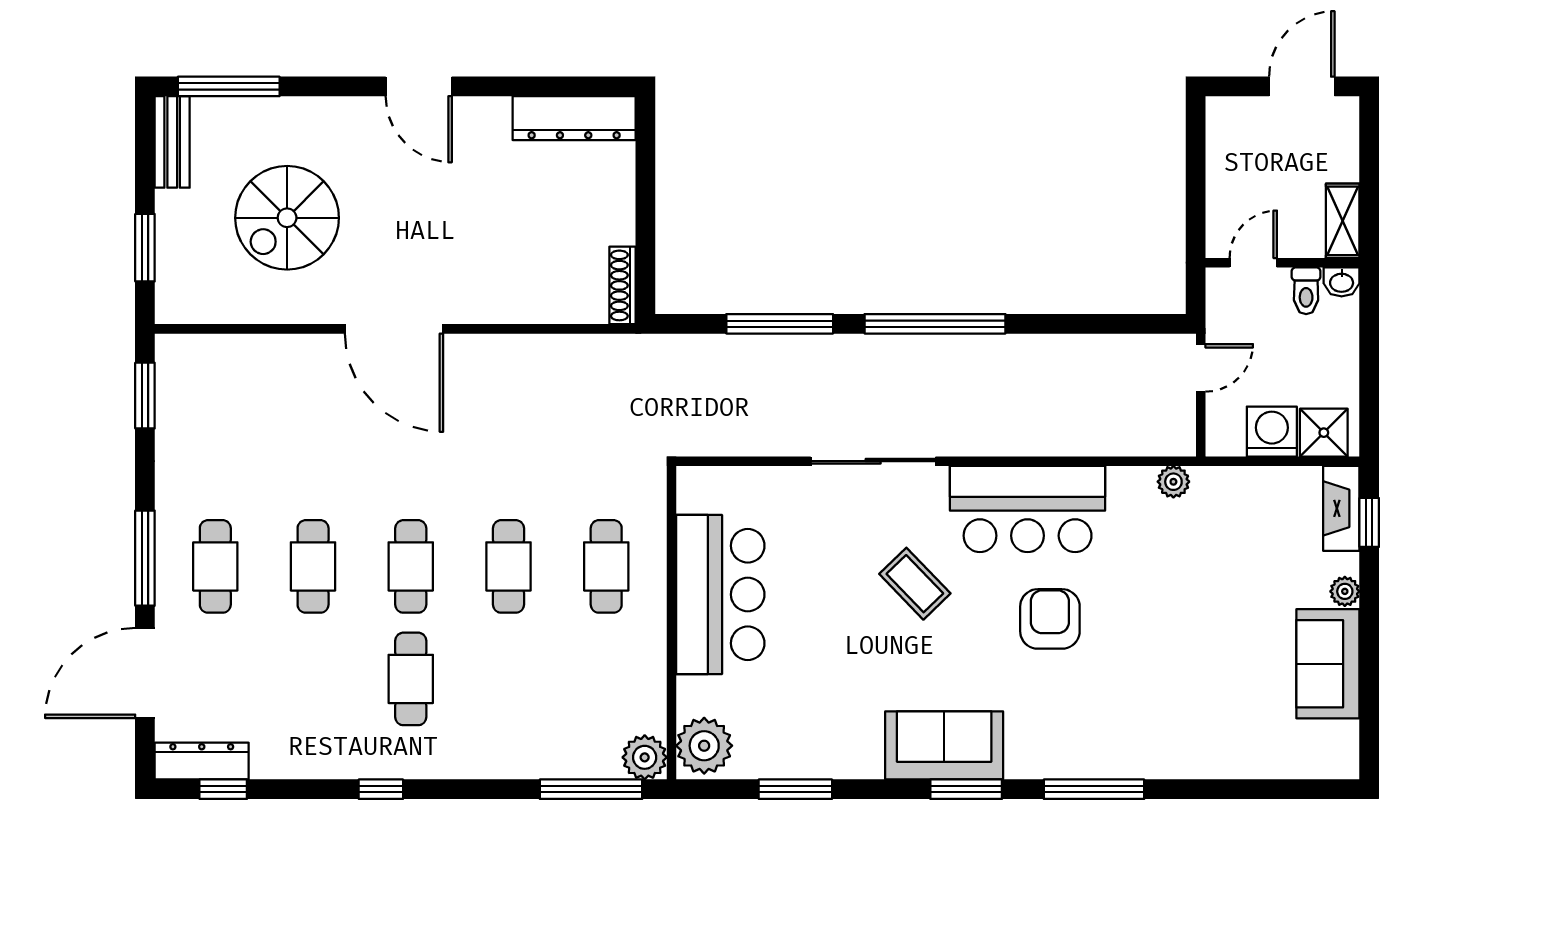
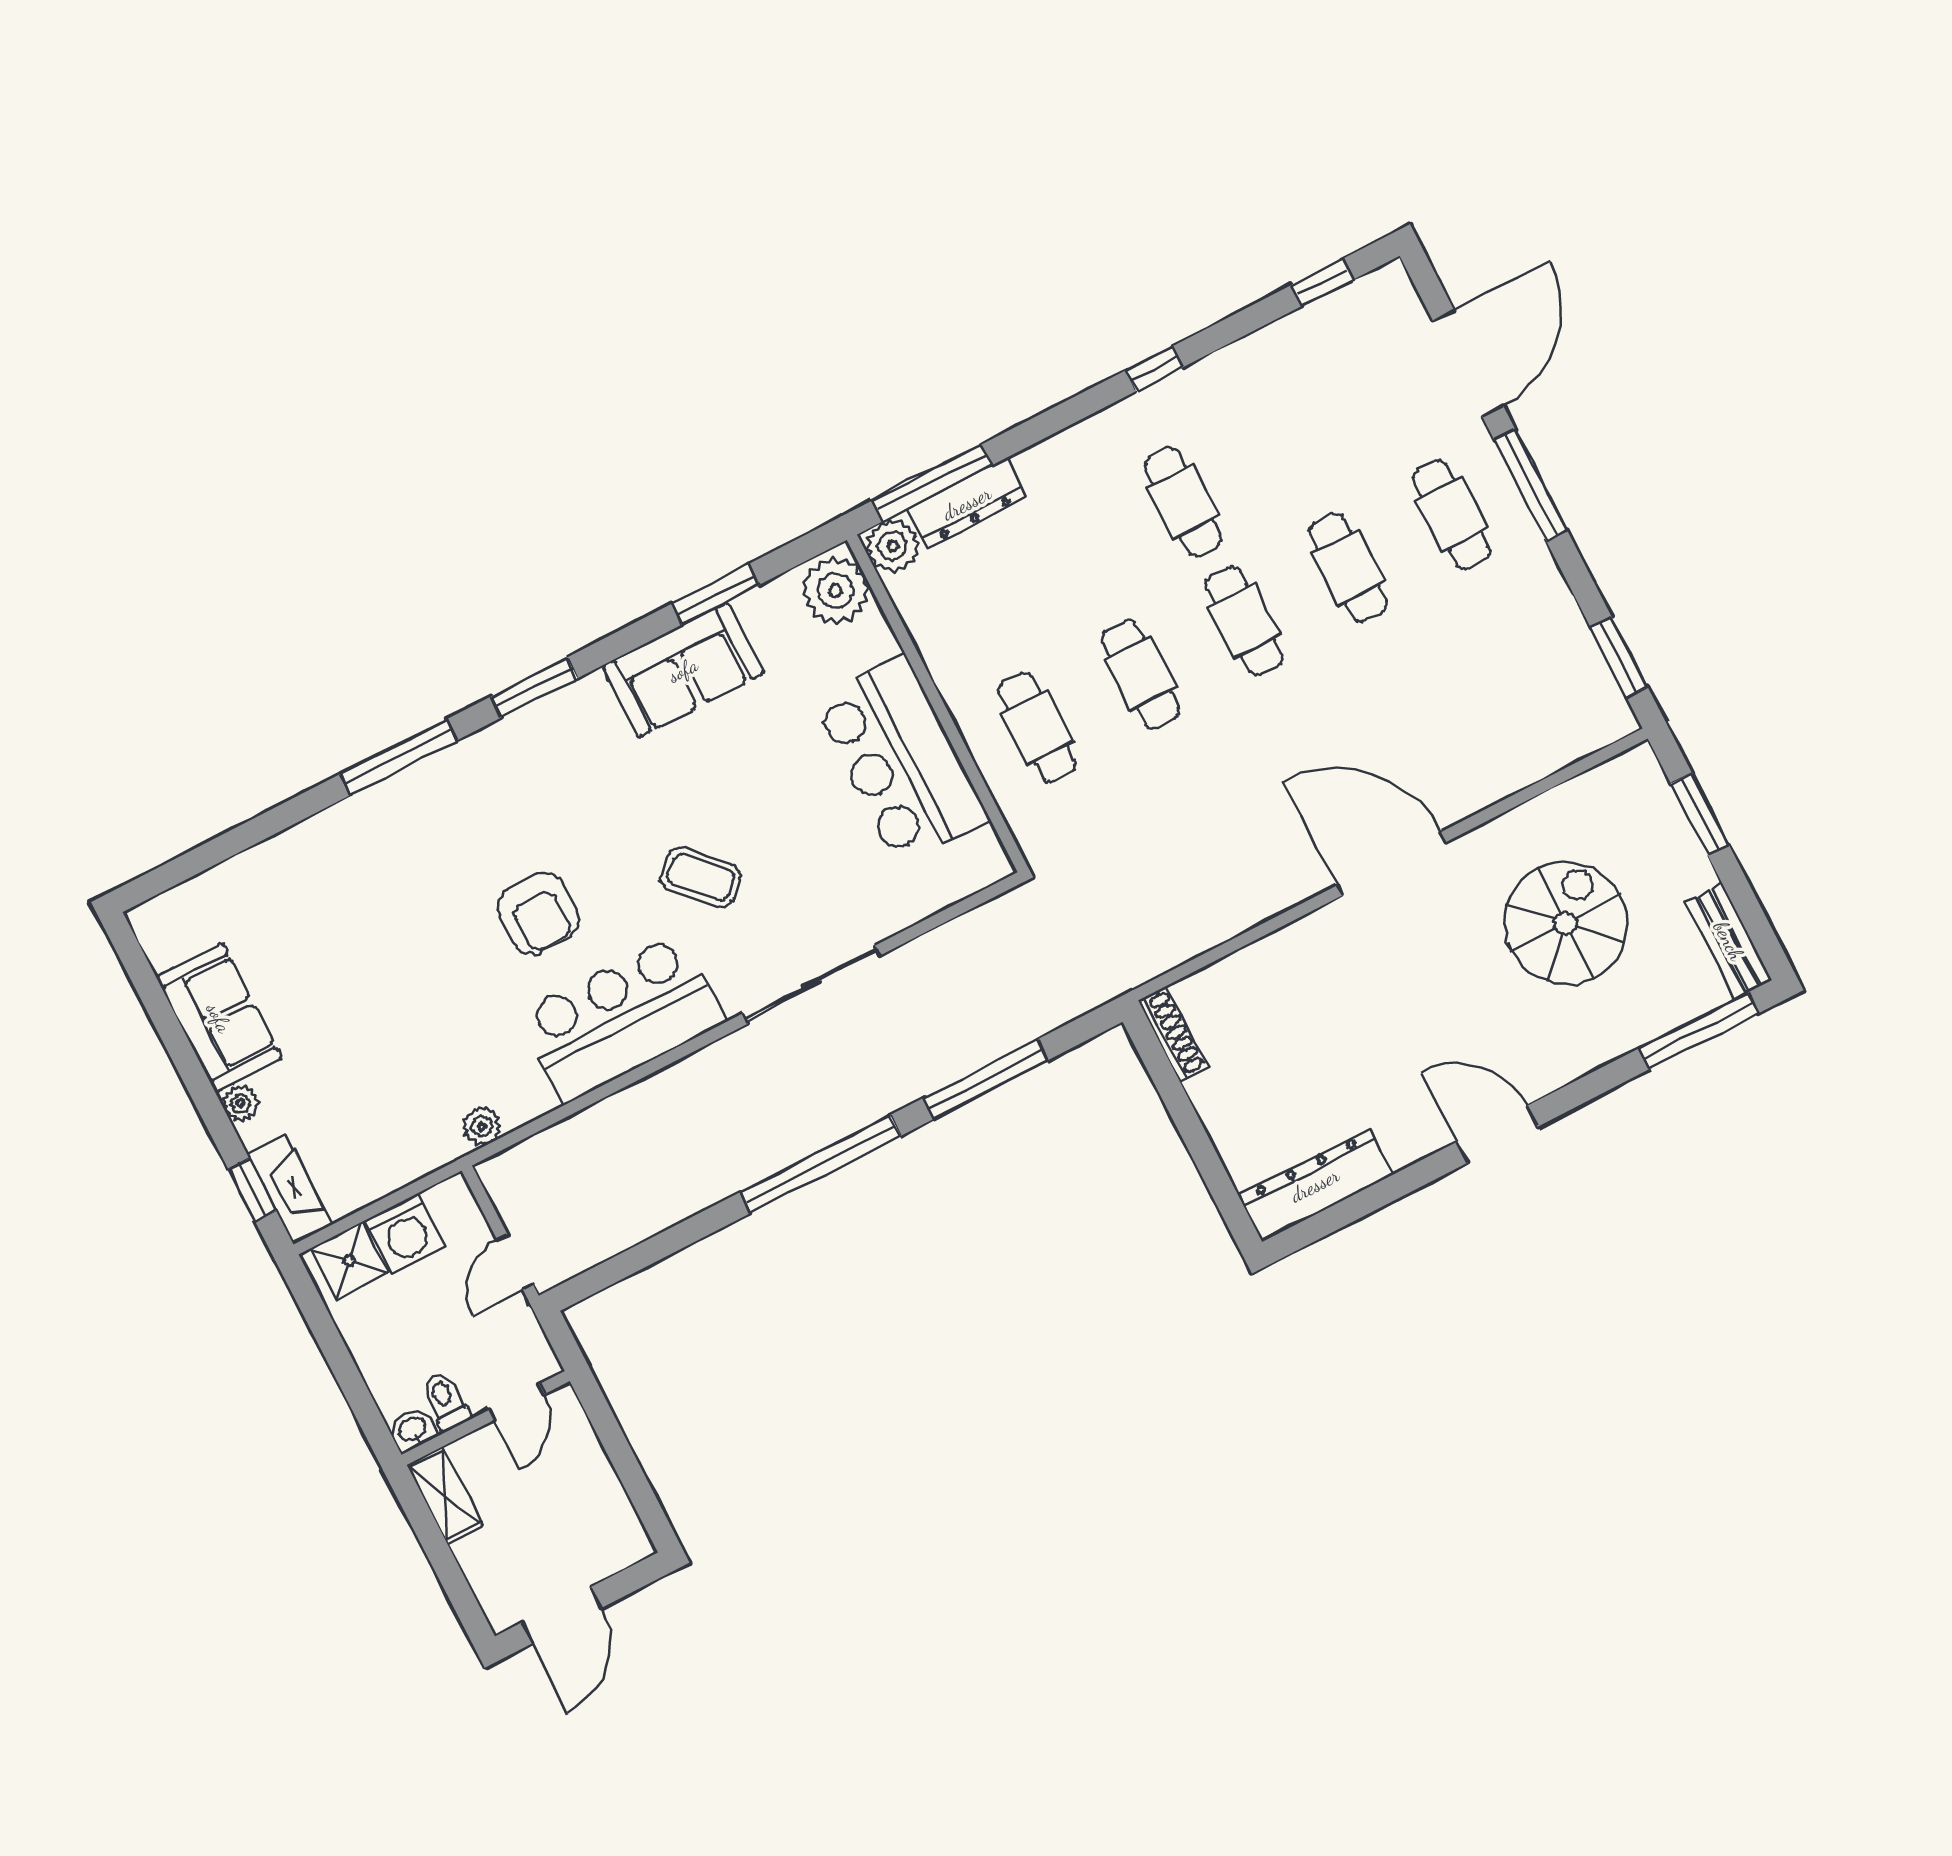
sofa: (944, 745) -> (683, 670), moved
dresser: (202, 761) -> (967, 503), moved

